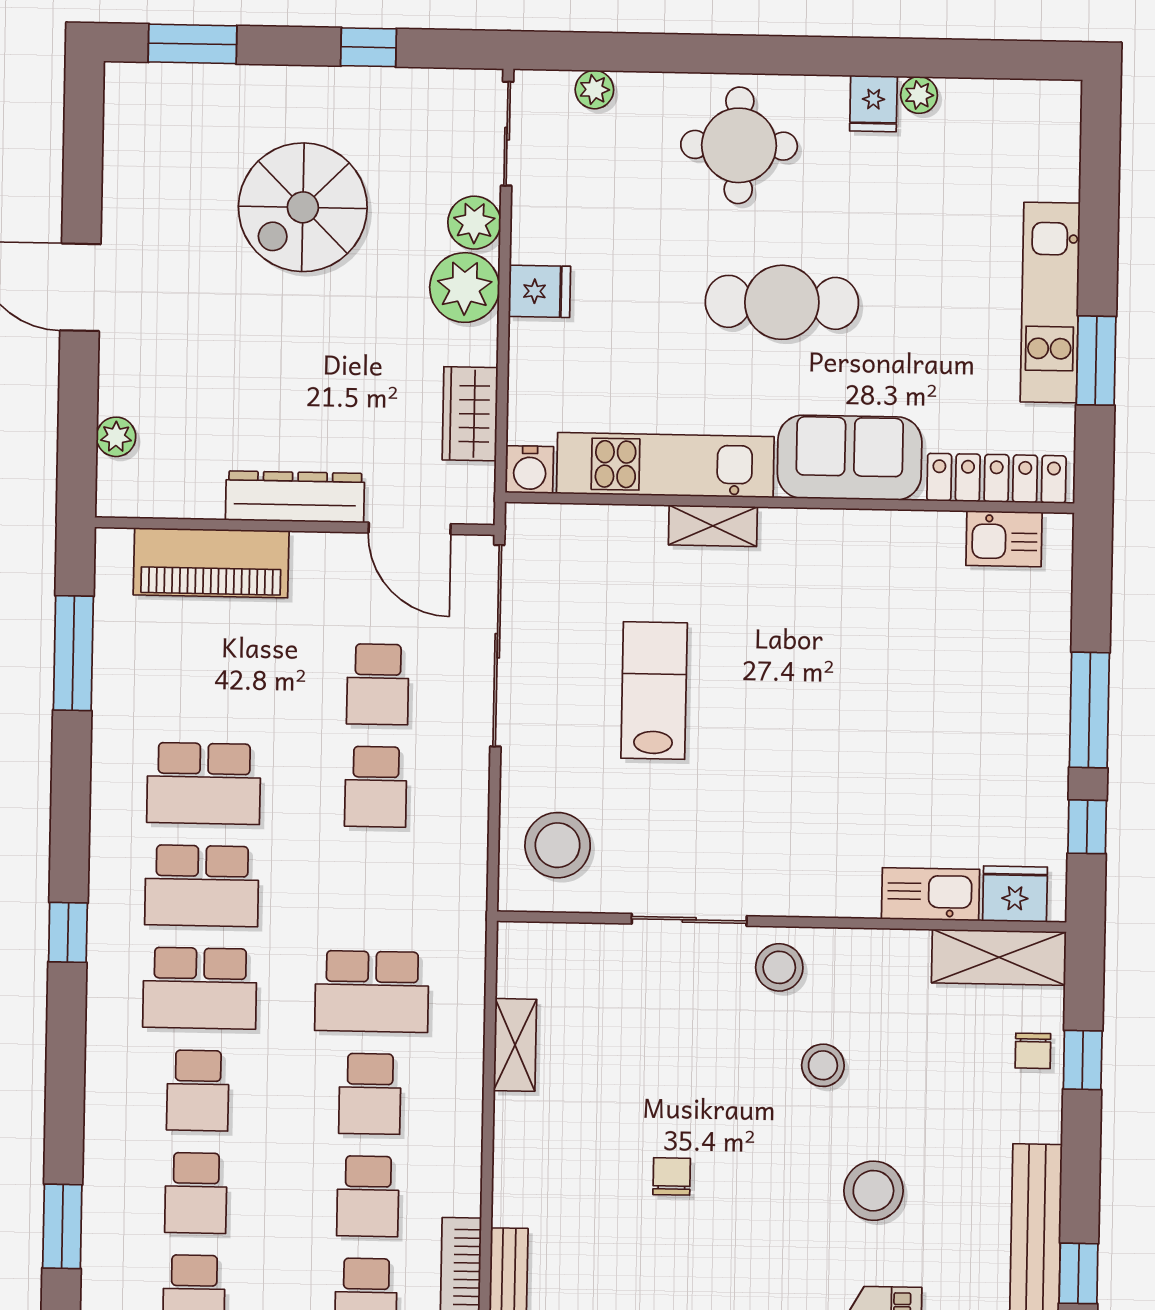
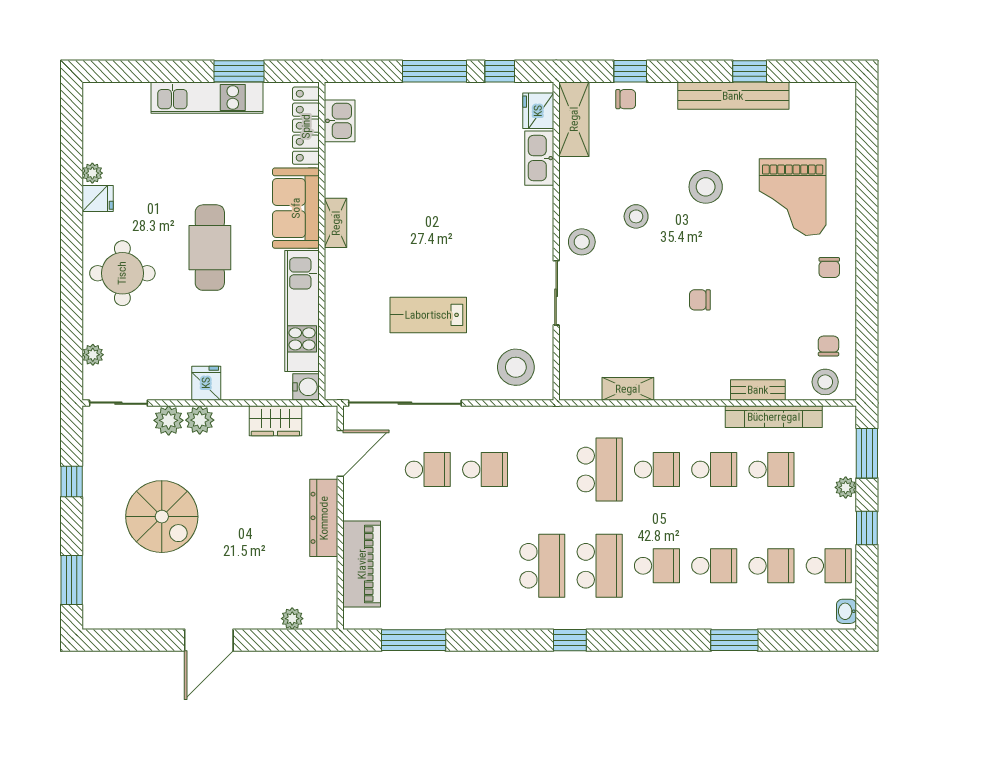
plant: (465, 288) -> (200, 420), width x0.73, depth x0.73
shelving: (713, 526) -> (336, 223), moved
school desk: (204, 783) -> (485, 566), removed

